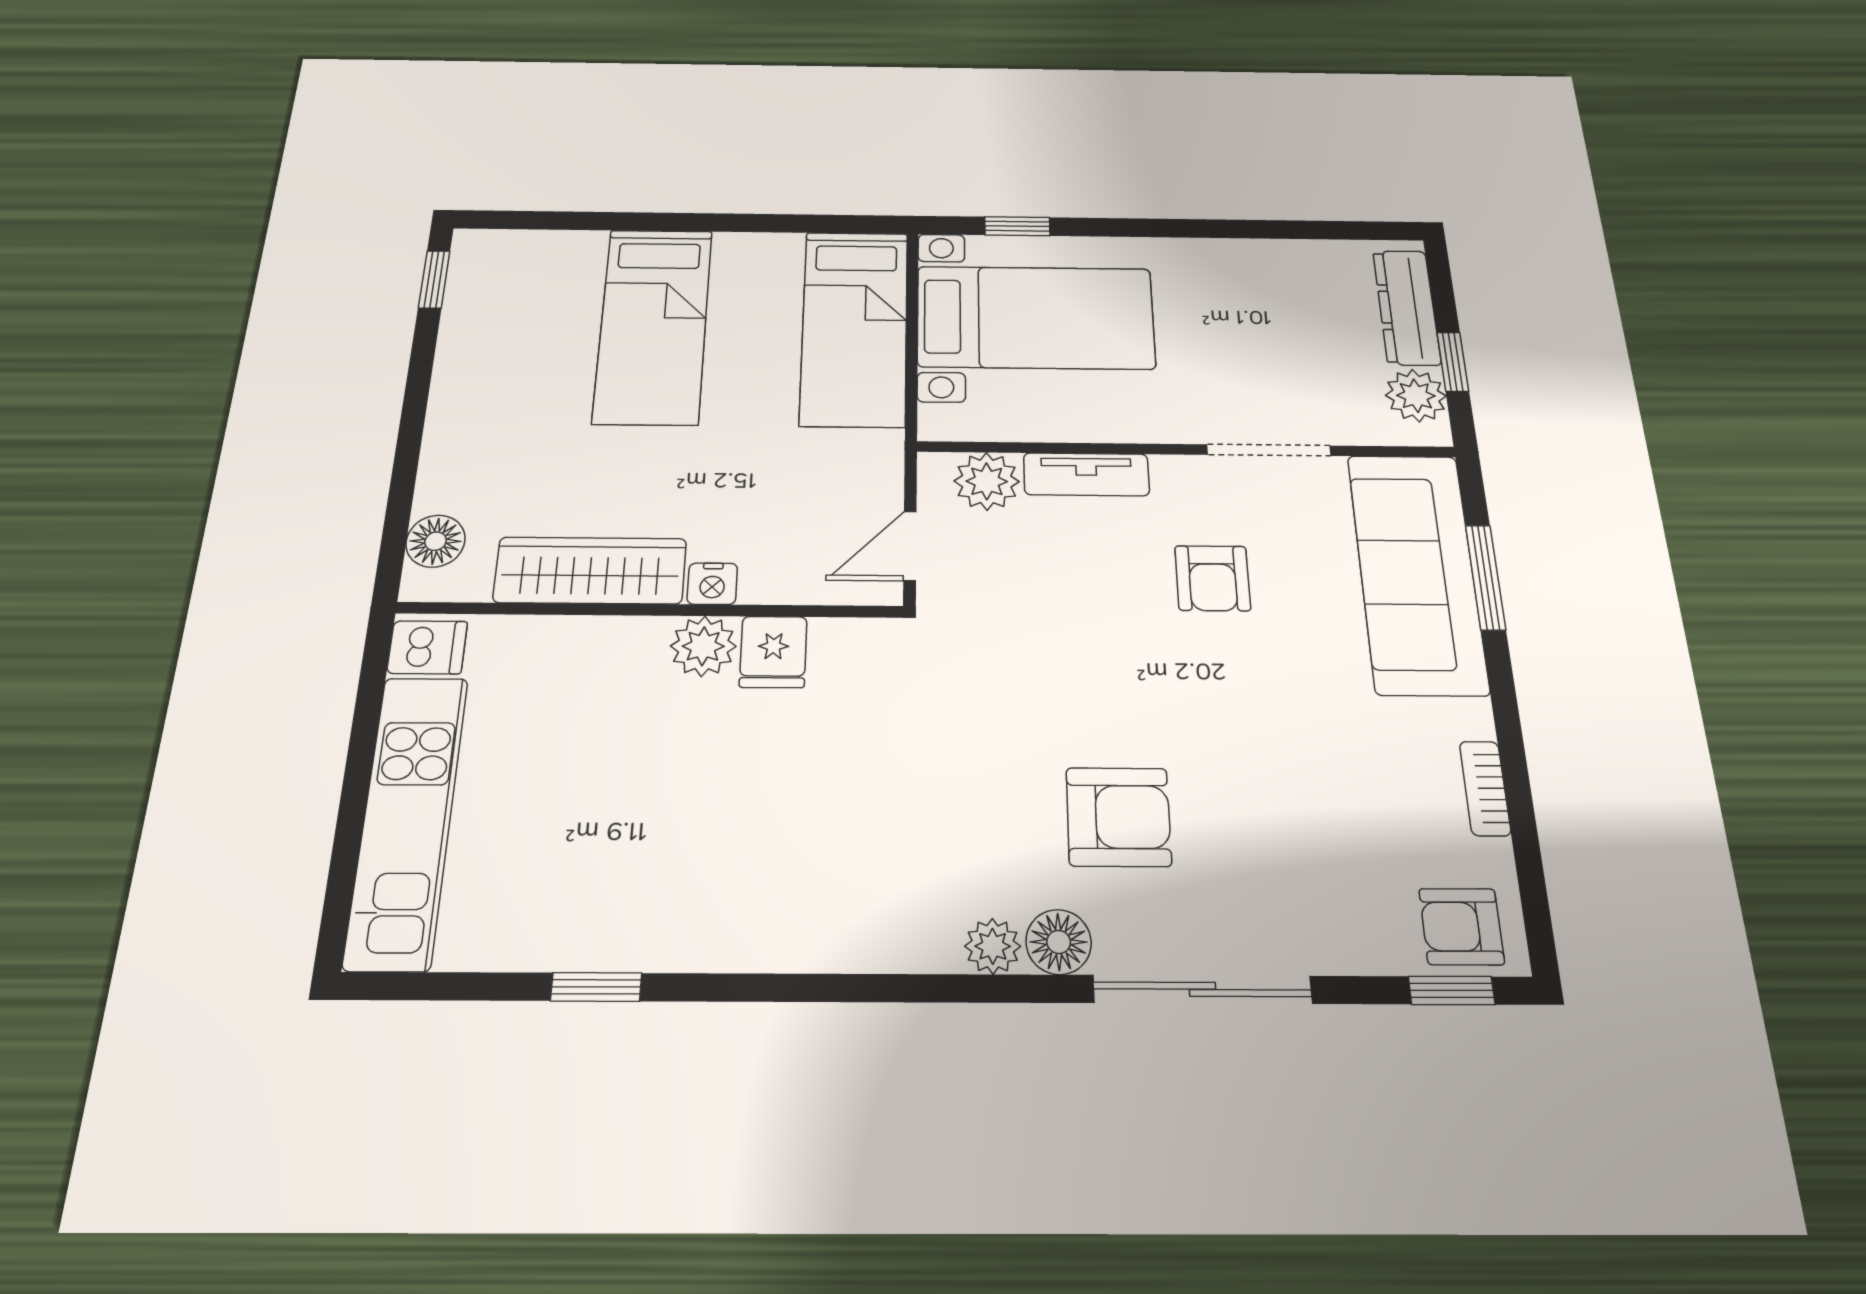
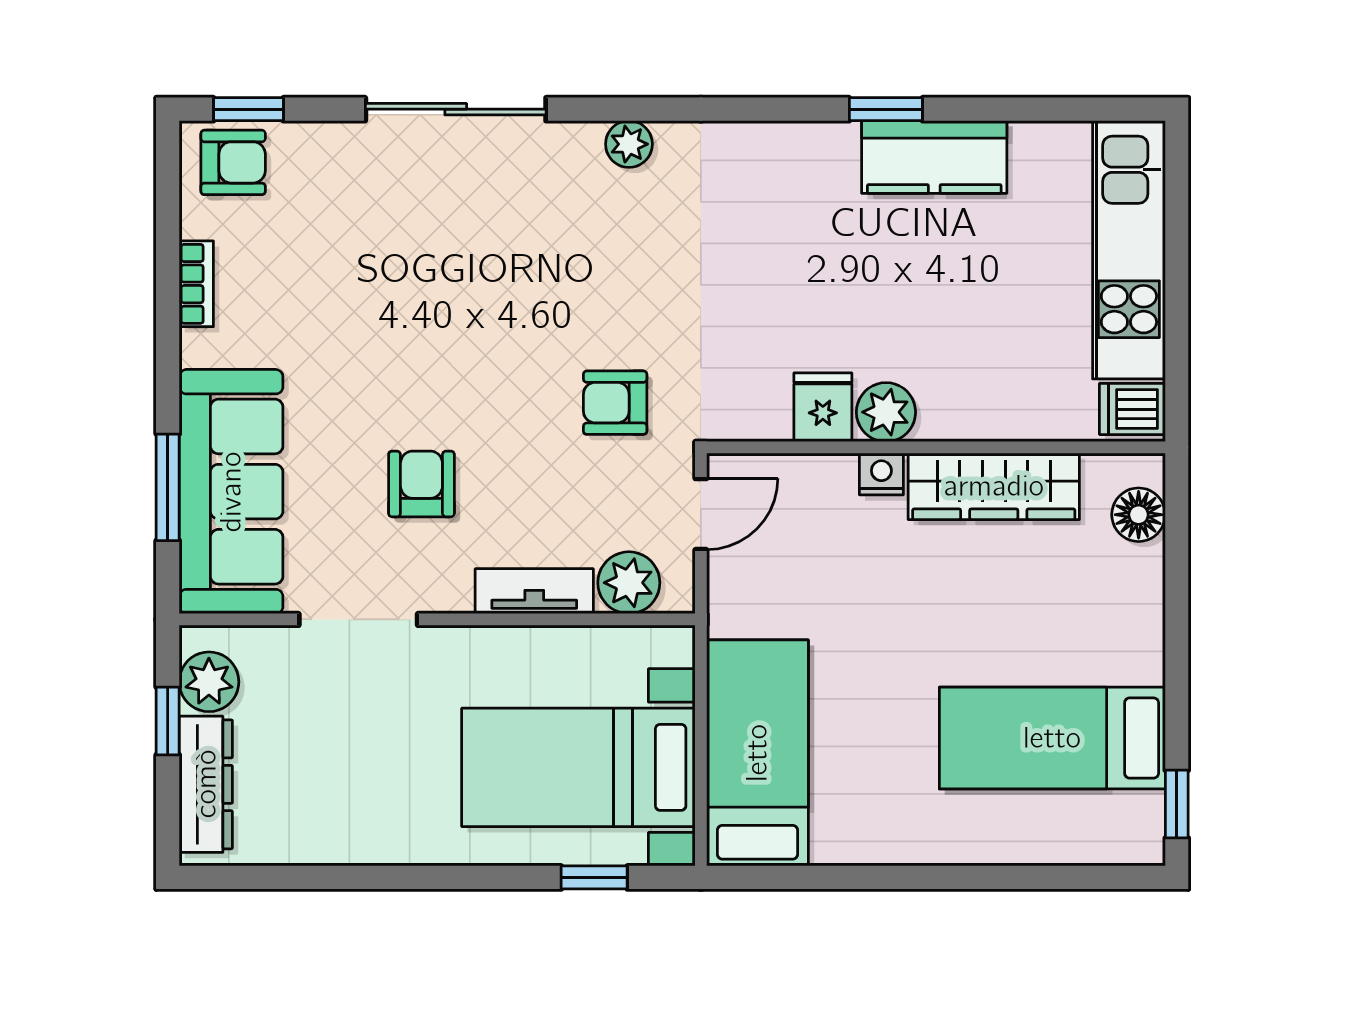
bed: (653, 325) -> (1052, 738), moved, turned -90
armchair: (1118, 817) -> (615, 403), moved, width x0.72, depth x0.72
kitchen counter: (627, 929) -> (934, 157), added
floor lamp: (1059, 942) -> (574, 148), removed
window: (596, 987) -> (886, 109), moved

